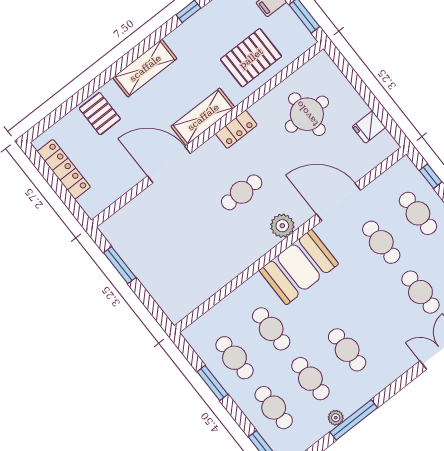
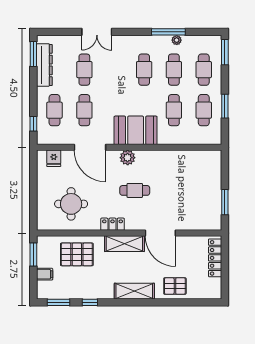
pallet: (100, 114) -> (175, 286), turned 90
fridge: (369, 127) -> (54, 158), moved, turned 90
locker: (64, 169) -> (215, 258), moved

